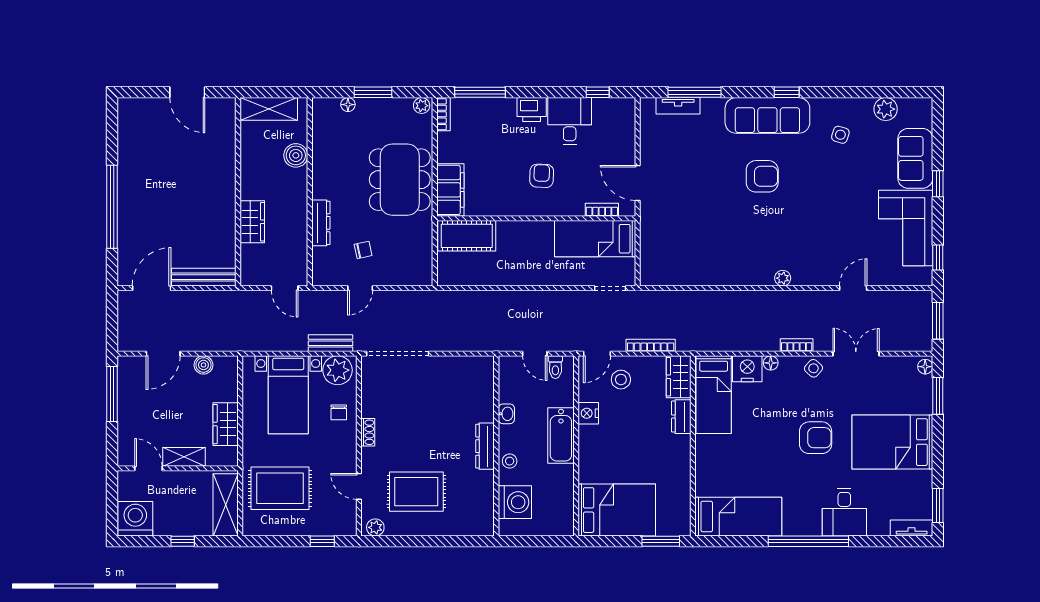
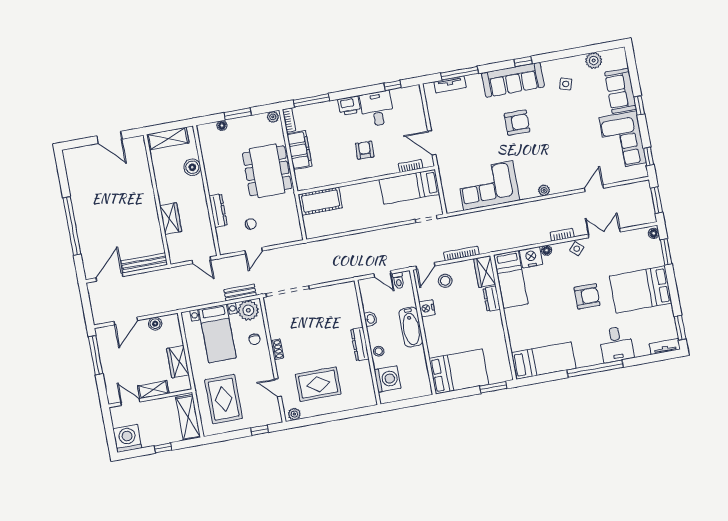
filing cabinet: (450, 190) -> (299, 150), moved
corner sofa: (706, 257) -> (488, 186), added
rug: (280, 488) -> (224, 399), turned 90

